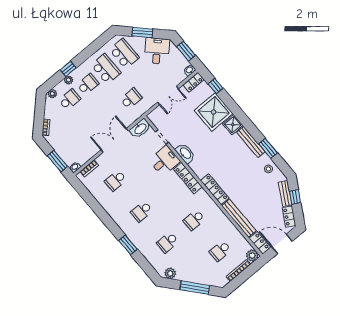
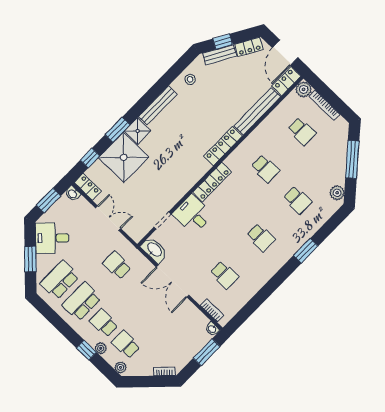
window: (268, 148) -> (118, 130), moved
washbasin: (185, 153) -> (181, 188), removed

